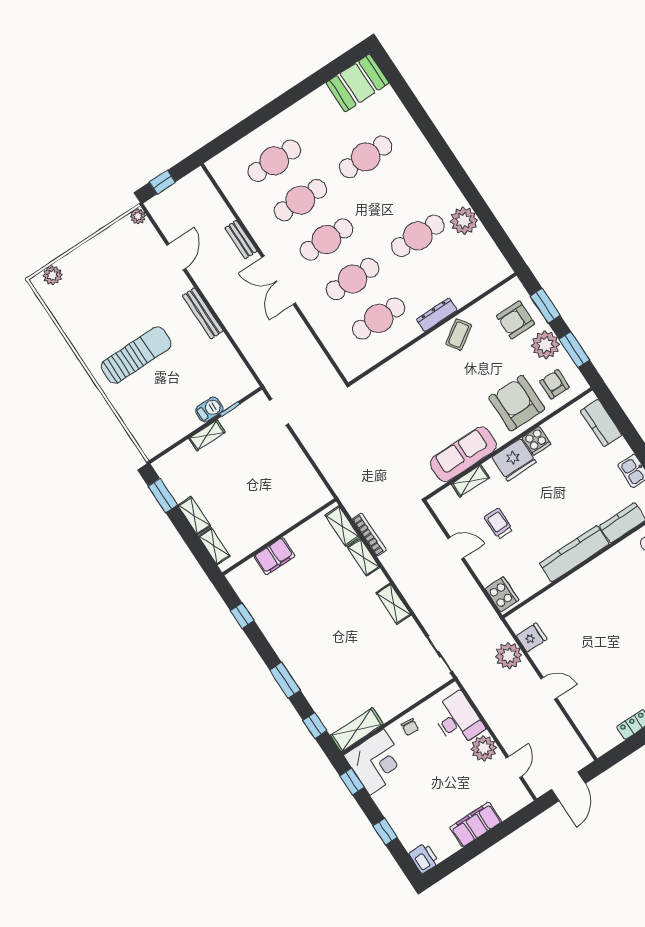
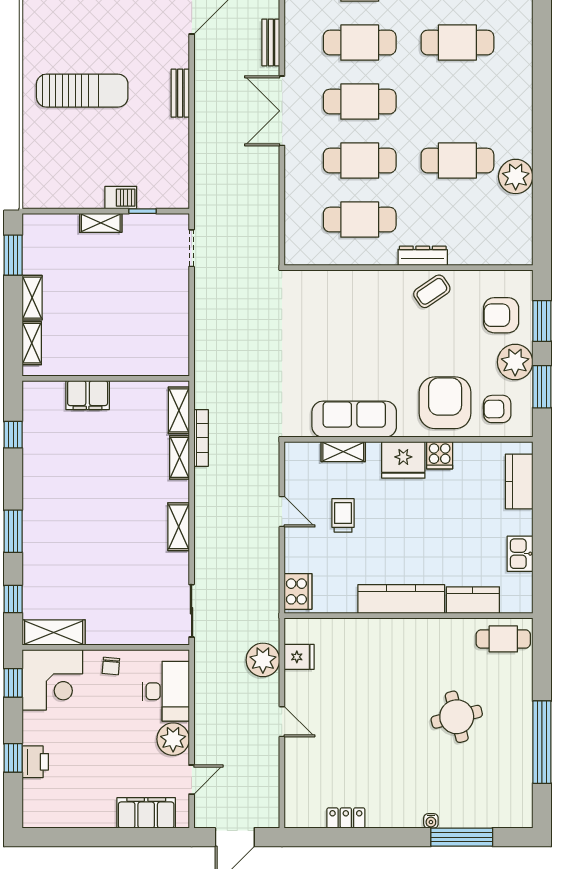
bench: (203, 313) -> (180, 93), width x0.73
armchair: (554, 384) -> (497, 409), turned -91
filing cabinet: (476, 825) -> (146, 813), moved
printer: (424, 858) -> (35, 762), moved

